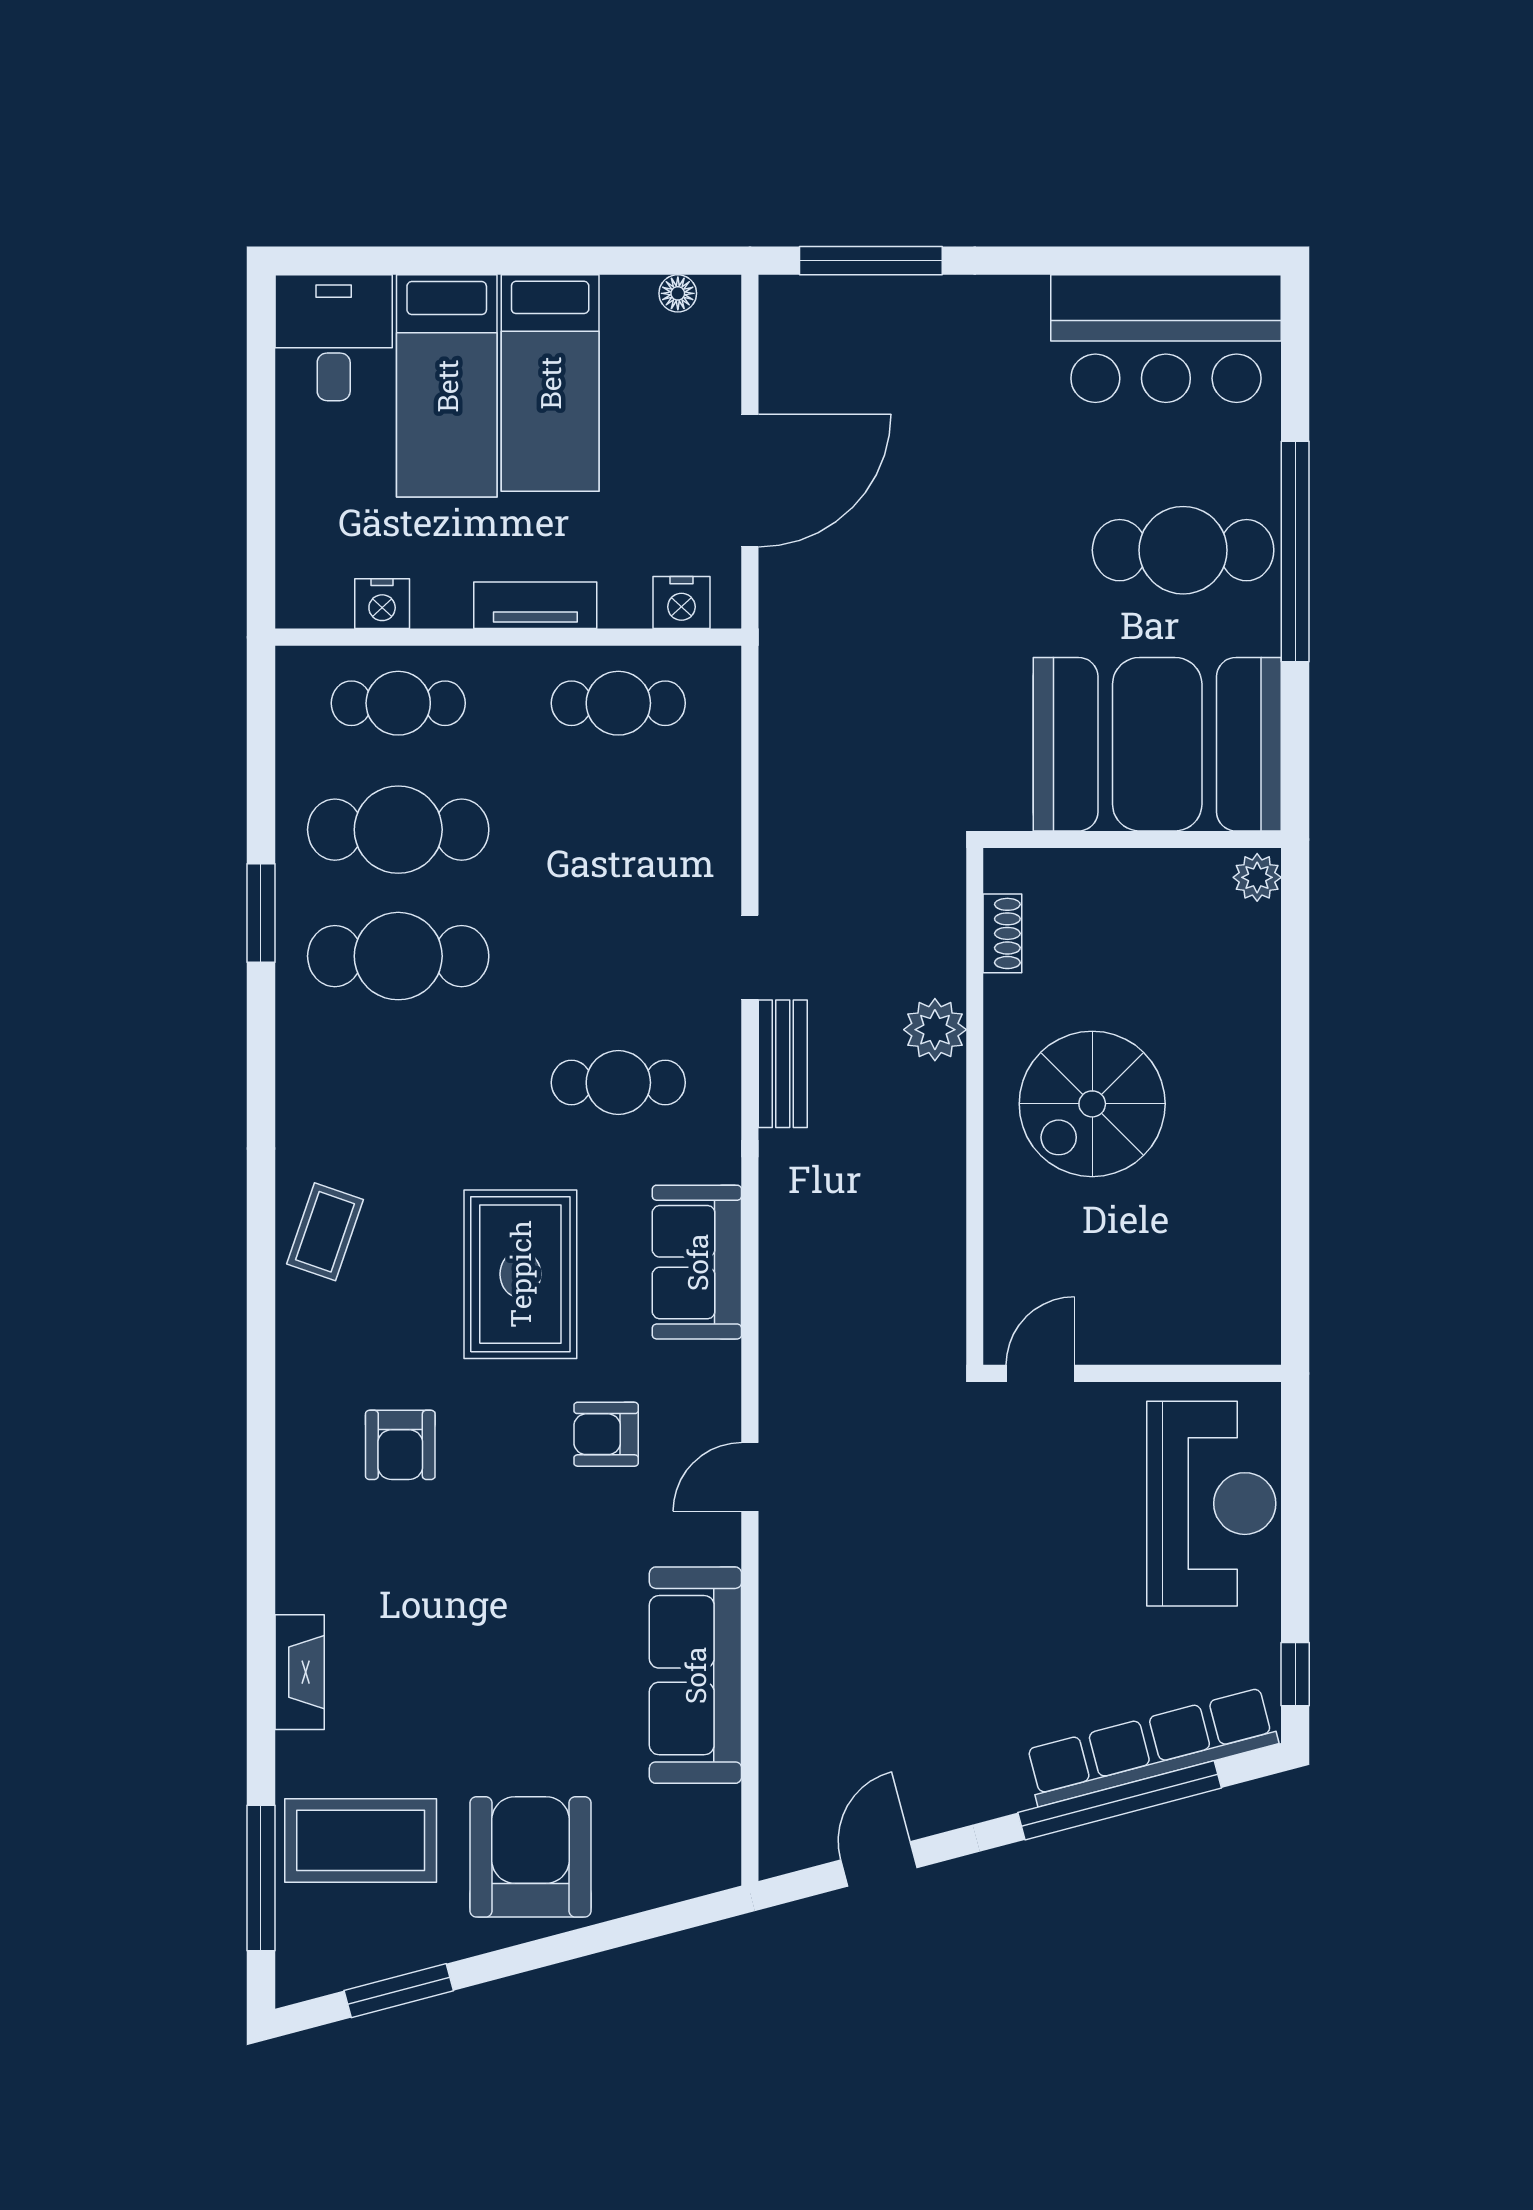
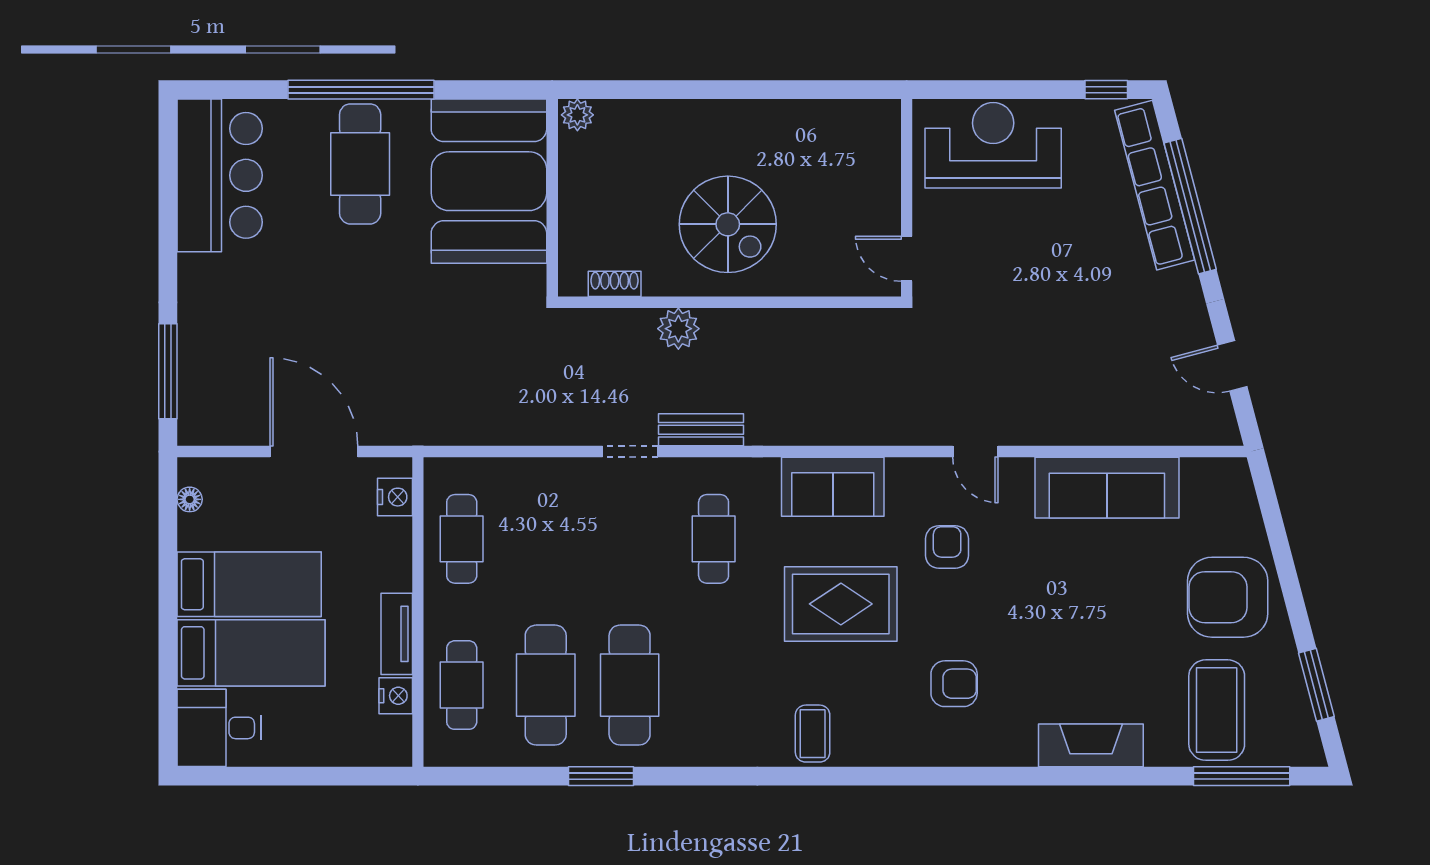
tv unit: (535, 605) -> (397, 634), moved
coffee table: (325, 1232) -> (813, 734), turned 71
armchair: (606, 1434) -> (947, 547), turned 180
fireplace: (300, 1672) -> (1091, 745), width x1.37, depth x1.32

